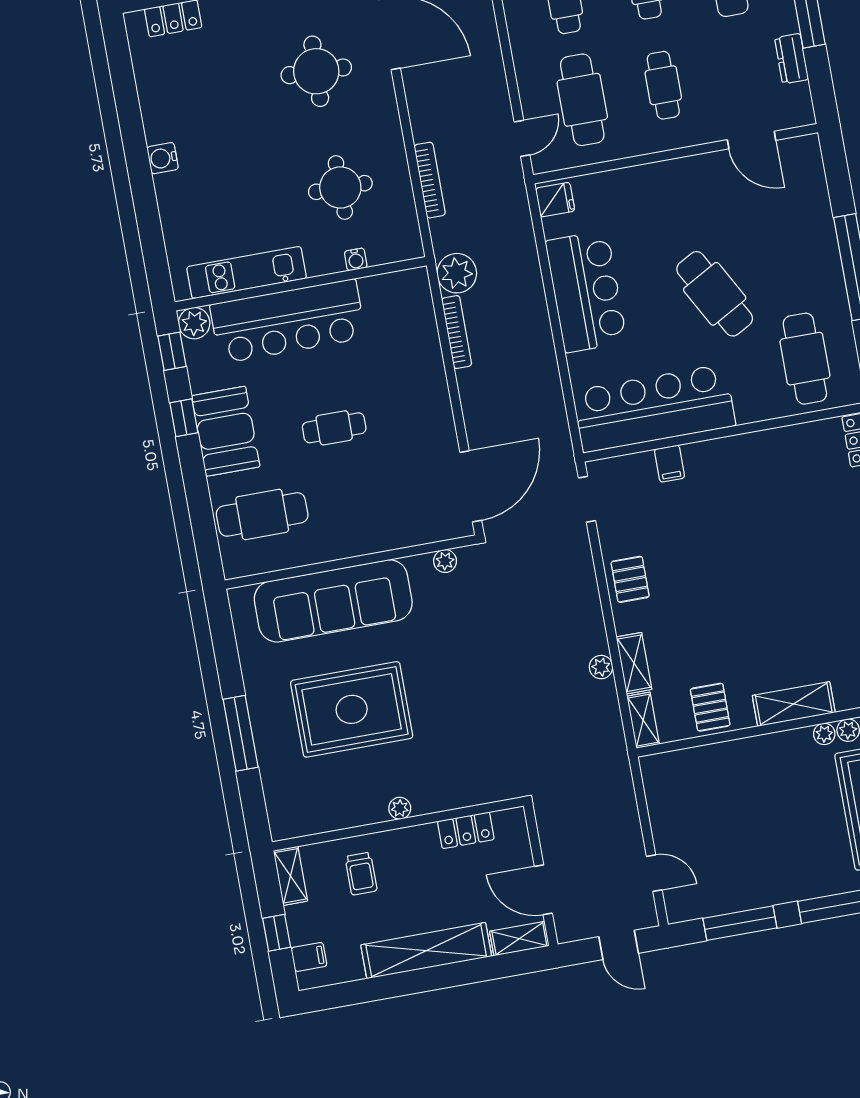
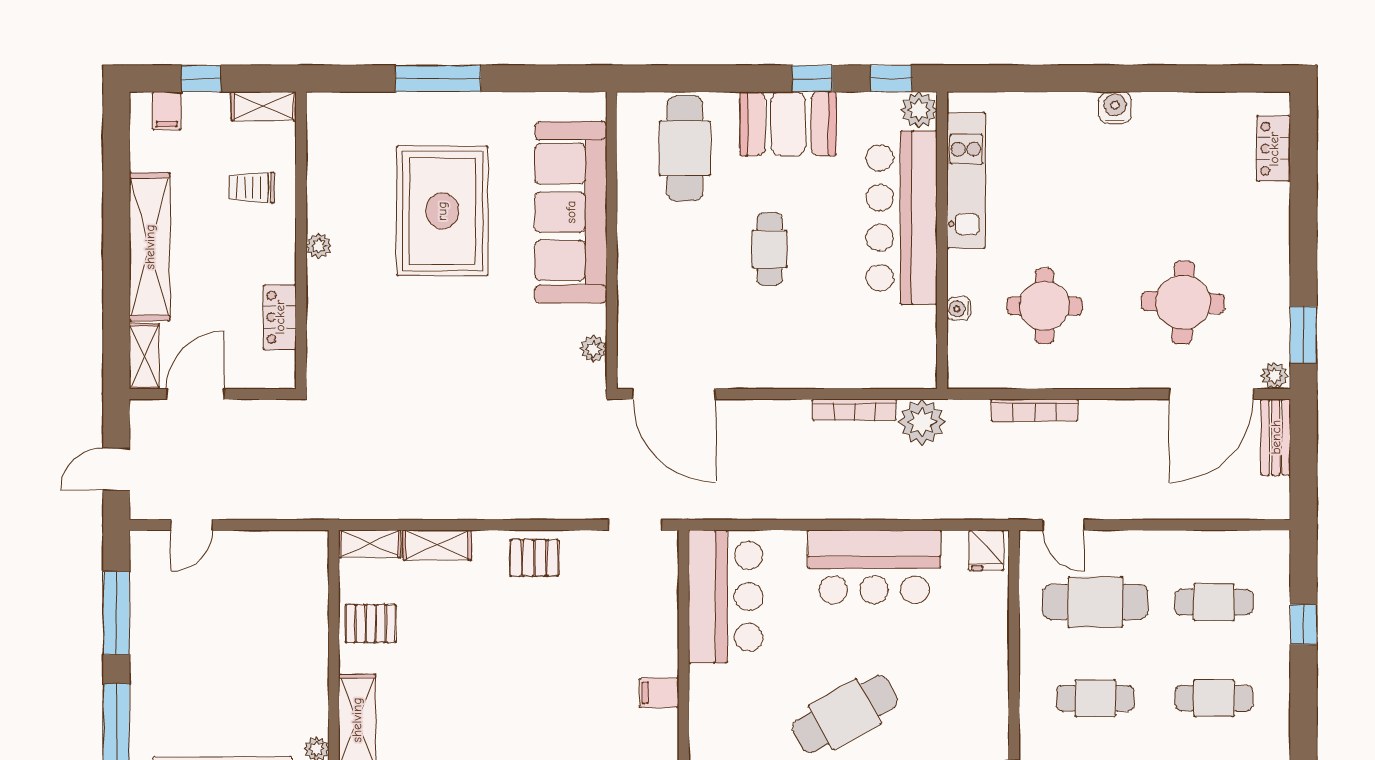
bar counter: (654, 408) -> (726, 596), width x0.73
filing cabinet: (669, 464) -> (659, 693), moved
plant: (601, 667) -> (439, 506), removed

